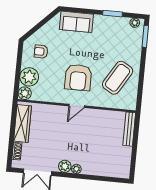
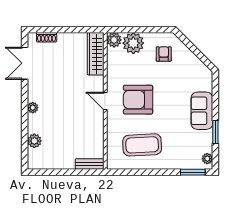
sofa: (76, 22) -> (202, 111), moved
coffee table: (118, 78) -> (142, 145), turned -34
wardrobe: (23, 124) -> (96, 54), moved, turned 90
bench: (129, 129) -> (90, 164), width x0.73
plant: (65, 166) -> (34, 141), moved

